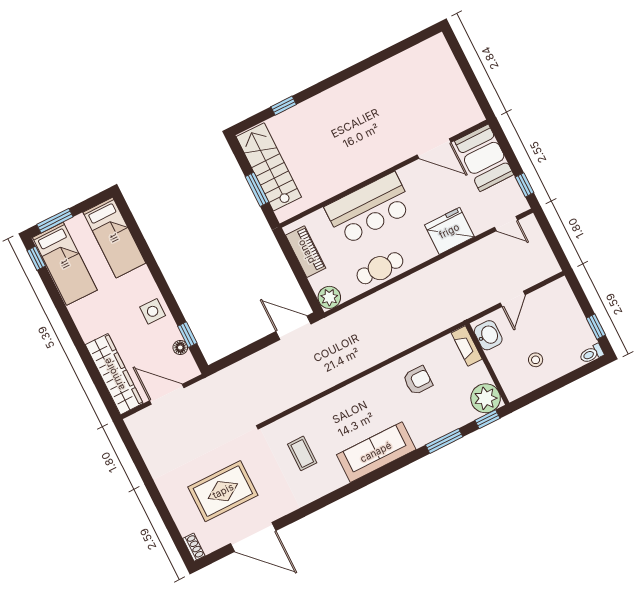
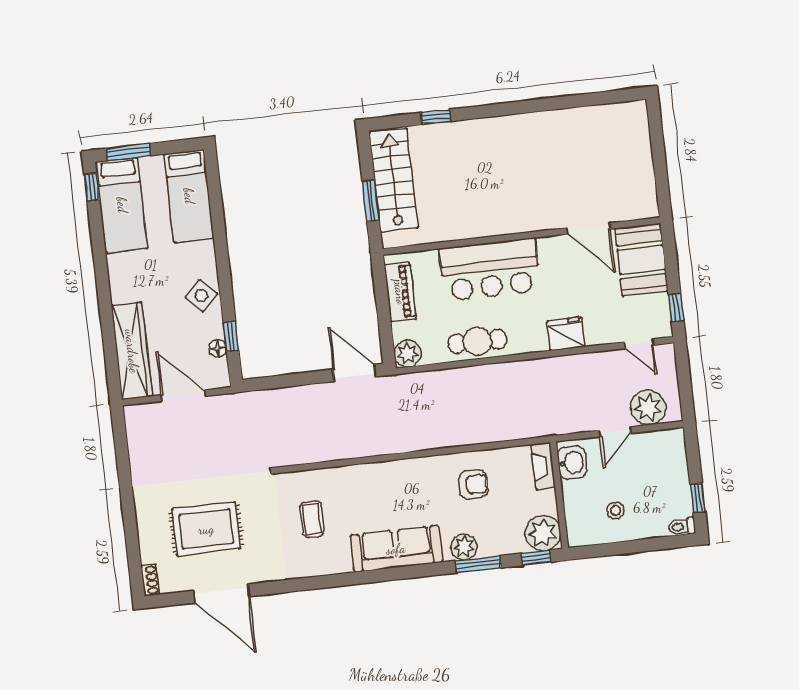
fridge: (449, 231) -> (566, 334), width x0.73, depth x0.75
plant: (531, 271) -> (648, 408), added
side table: (153, 311) -> (201, 296), turned 45
plant: (428, 432) -> (464, 547), added

